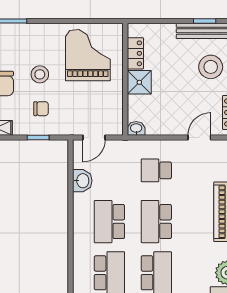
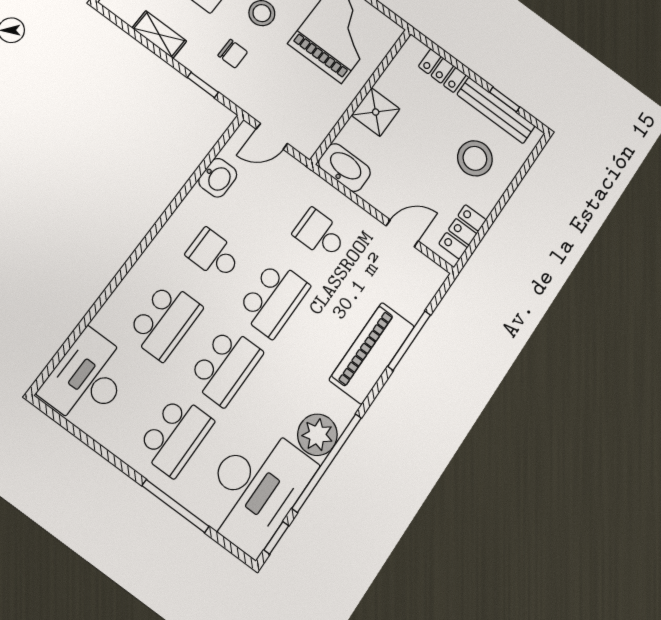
locker: (135, 53) -> (442, 71), moved, turned 90
washbasin: (136, 128) -> (344, 168), width x1.91, depth x1.45
school desk: (109, 222) -> (214, 254), width x0.54
school desk: (156, 222) -> (273, 299), turned 180

